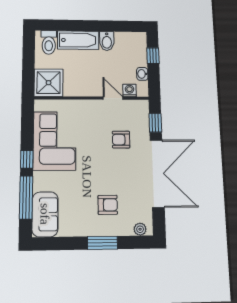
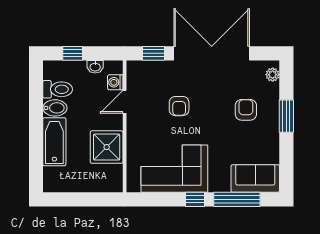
toilet: (49, 42) -> (58, 89), moved
shower: (49, 83) -> (107, 147), moved
armchair: (121, 140) -> (179, 106), moved

